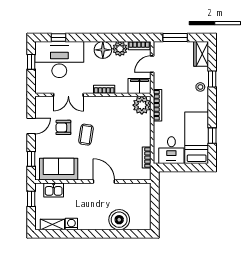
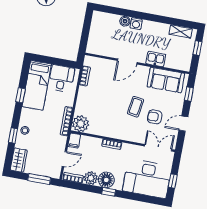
window: (58, 38) -> (109, 192), moved
filing cabinet: (139, 86) -> (74, 141), width x0.50
double door: (68, 95) -> (158, 148), moved
armchair: (63, 127) -> (155, 117), turned 180
window: (212, 136) -> (21, 95), moved
door: (104, 182) -> (127, 62), hinge flipped
kitchen sink: (54, 190) -> (156, 59), moved
window: (31, 199) -> (197, 48), moved
boiler: (119, 220) -> (125, 21), width x0.54, depth x0.54
washing machine: (71, 224) -> (136, 24), moved

